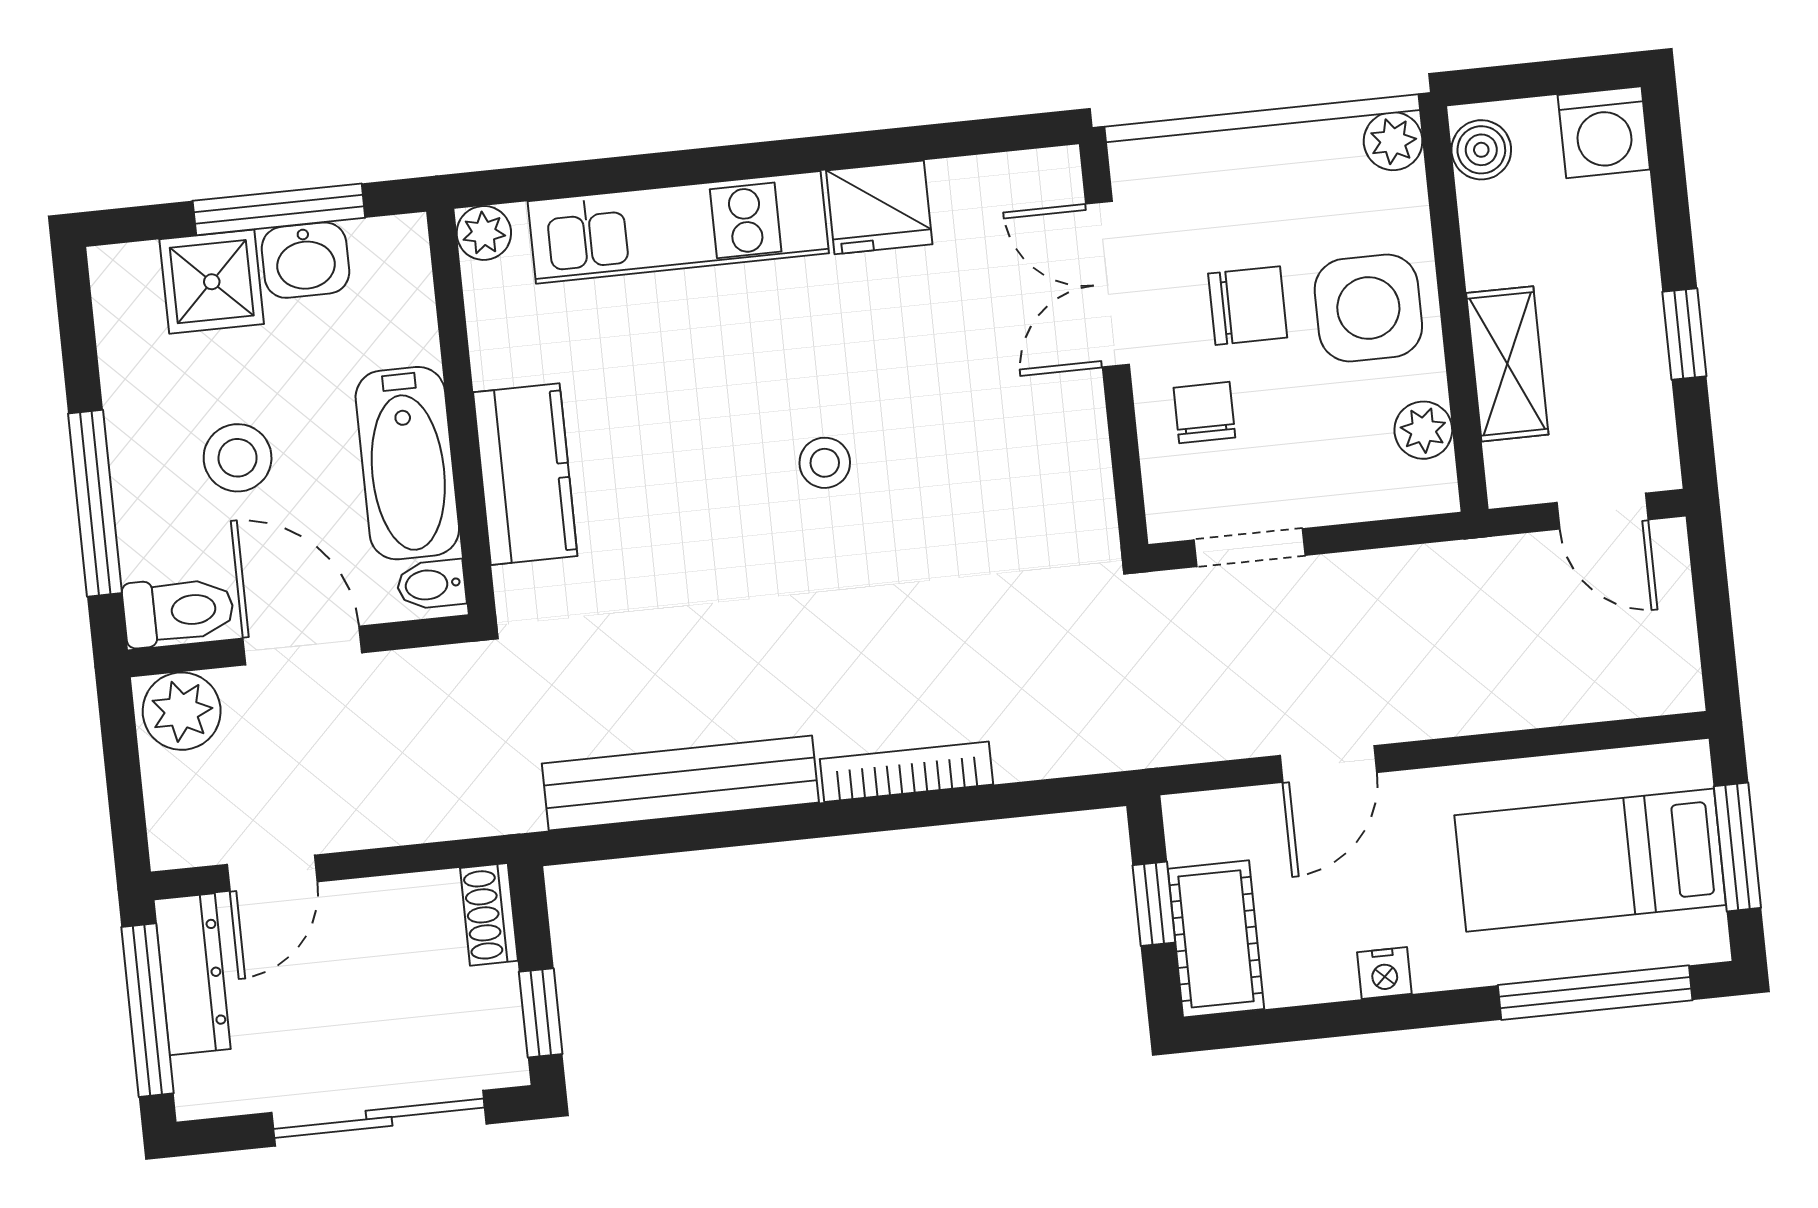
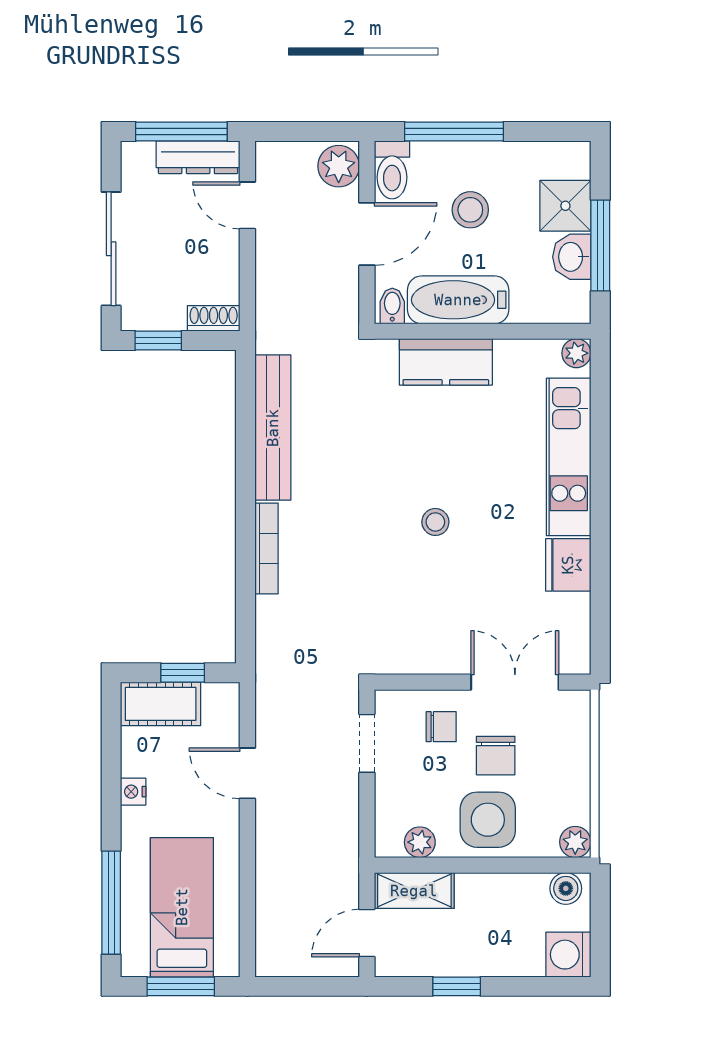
shelving: (1507, 364) -> (414, 891), moved

